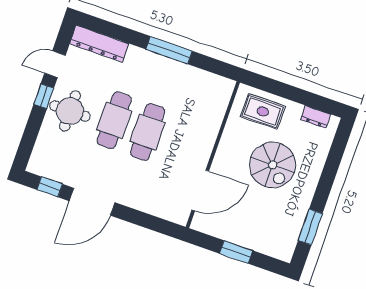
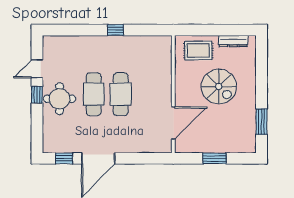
dresser: (99, 44) -> (64, 43), removed
window: (169, 50) -> (116, 30), width x0.46
dresser: (316, 117) -> (233, 41), width x1.44

